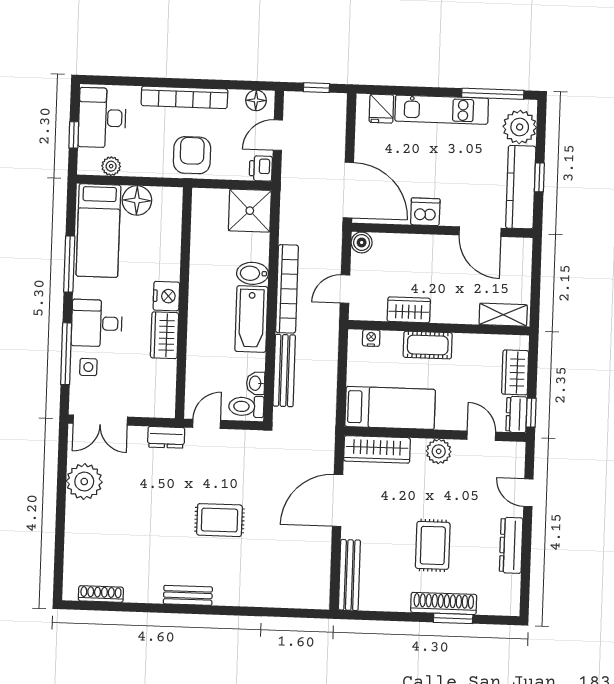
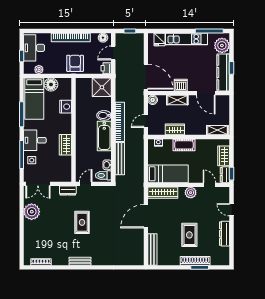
shelving: (416, 245) -> (177, 100), added
nightstand: (166, 296) -> (66, 107), moved
rug: (219, 520) -> (82, 222), moved, turned 90

